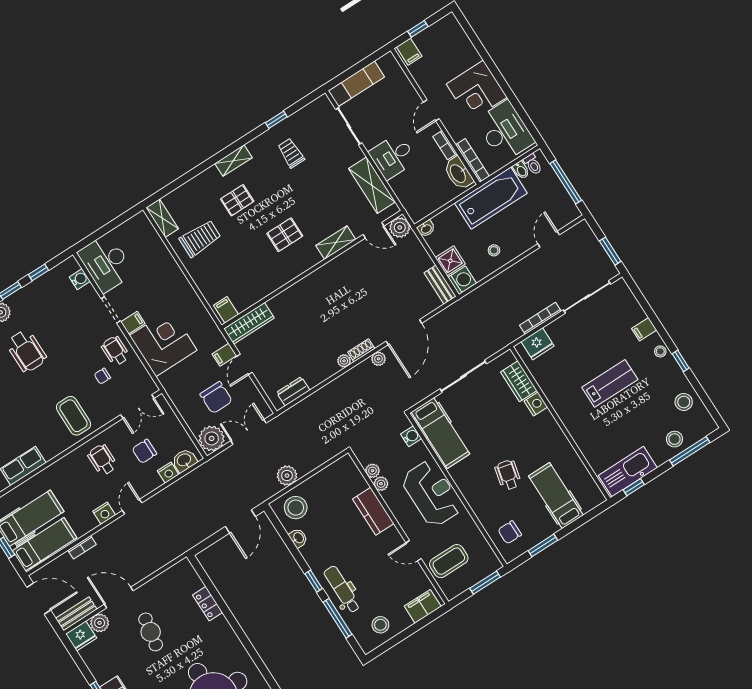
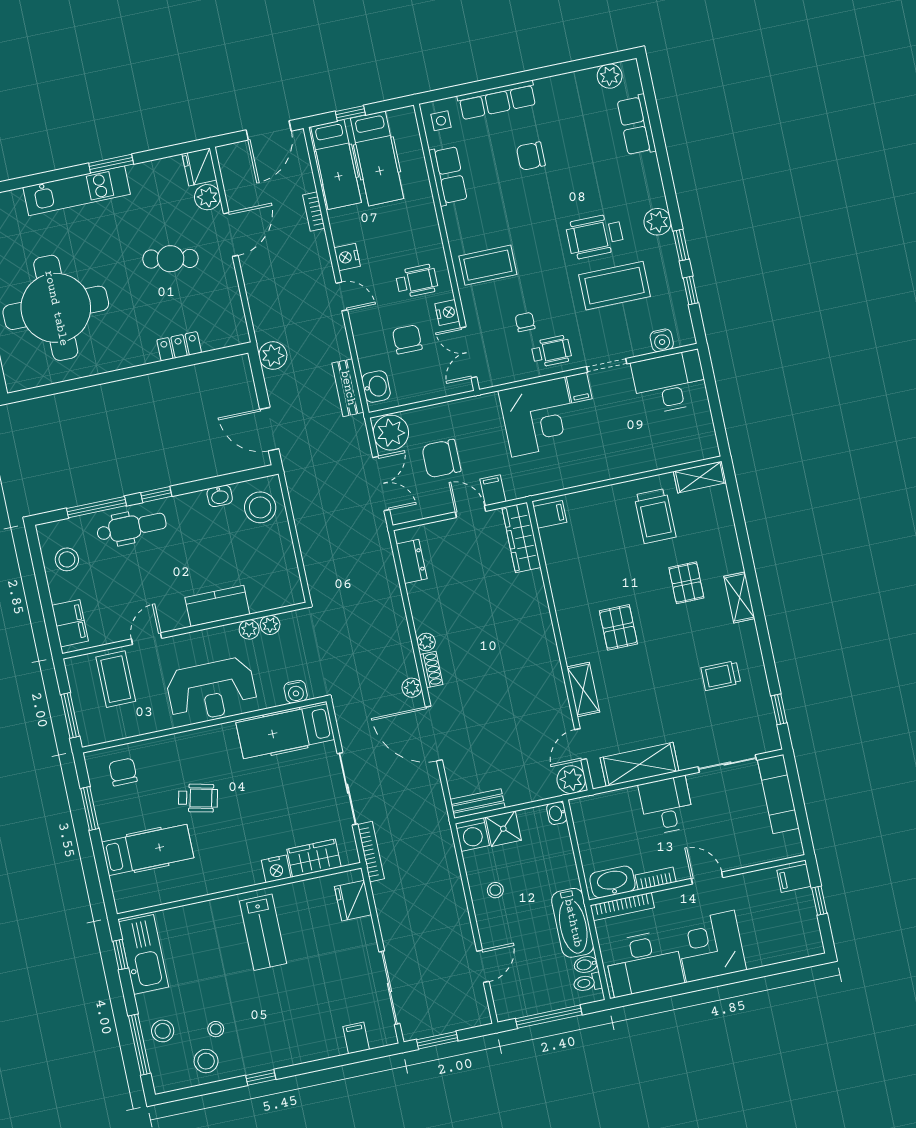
window: (276, 120) -> (779, 709), moved
trolley: (291, 153) -> (721, 676), turned 180
bathtub: (491, 198) -> (573, 923), width x0.73, depth x0.73
door: (549, 239) -> (483, 966), hinge flipped
bookcase: (540, 318) -> (371, 852), moved
coffee table: (55, 325) -> (614, 286), added
filing cabinet: (644, 329) -> (356, 1038), moved
stool: (660, 351) -> (216, 1029), moved
lab bench: (610, 383) -> (263, 932), moved
nightstand: (168, 473) -> (447, 312), moved, turned 180
plant: (287, 476) -> (273, 356), moved
bench: (76, 614) -> (348, 388), moved

